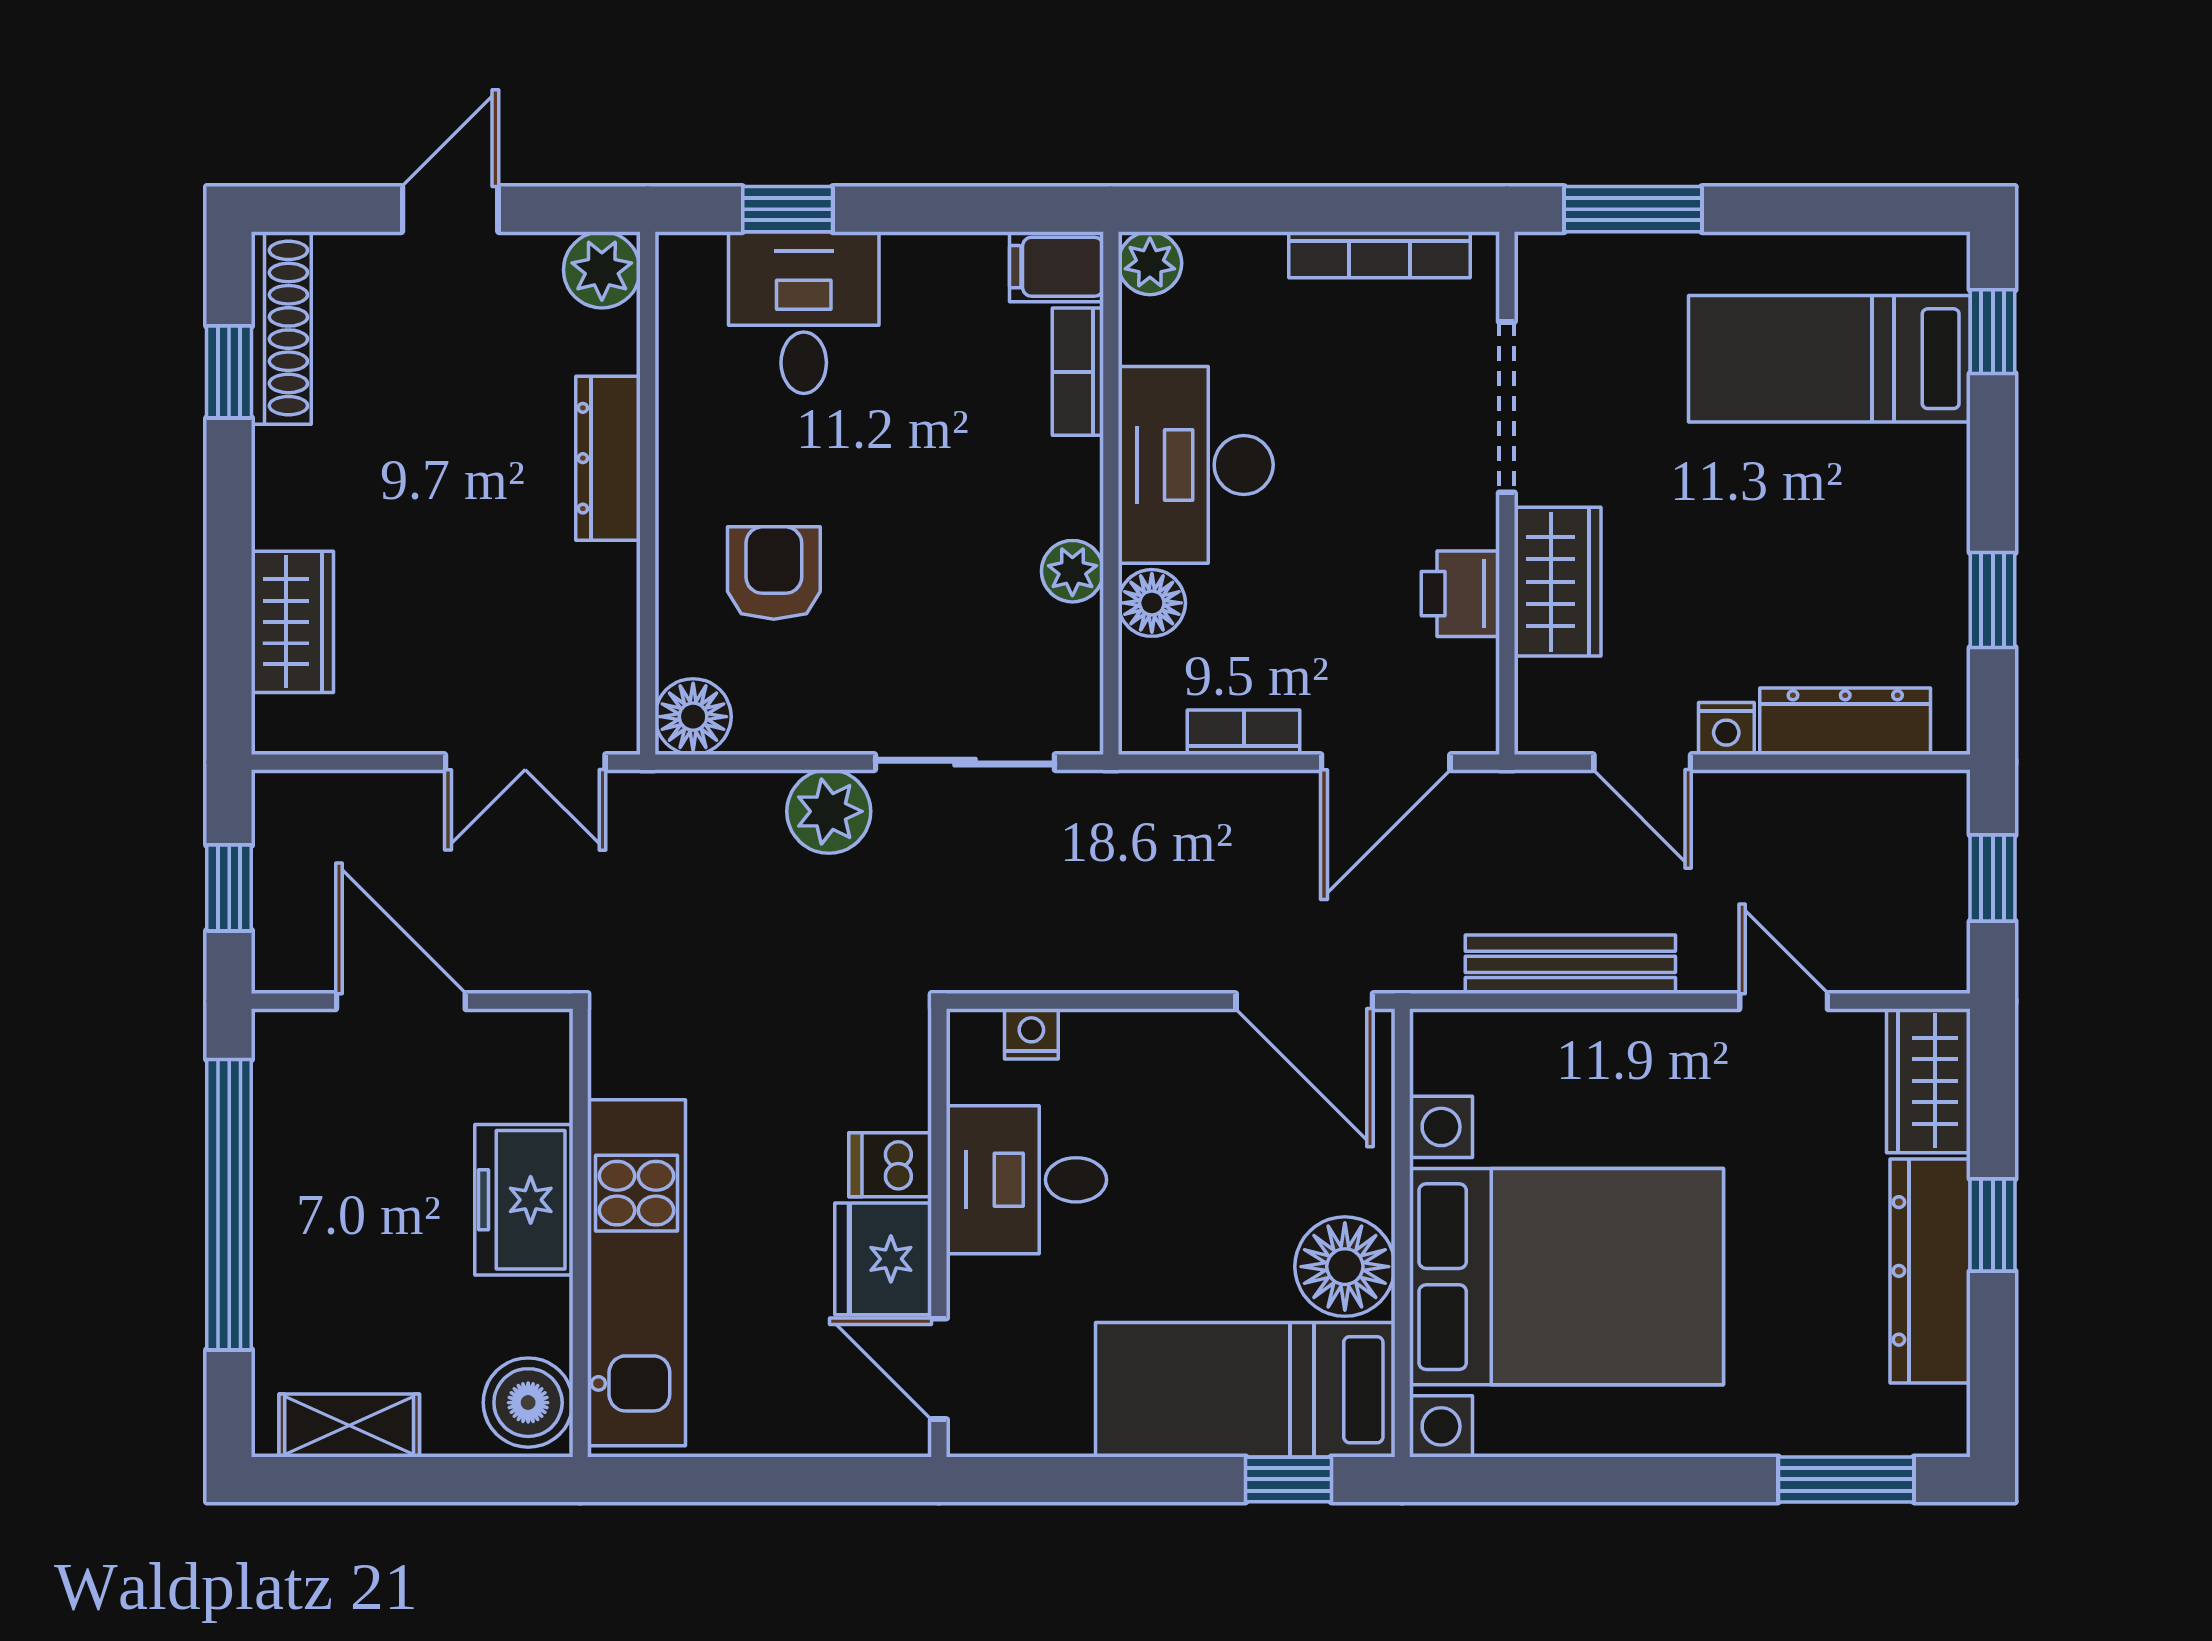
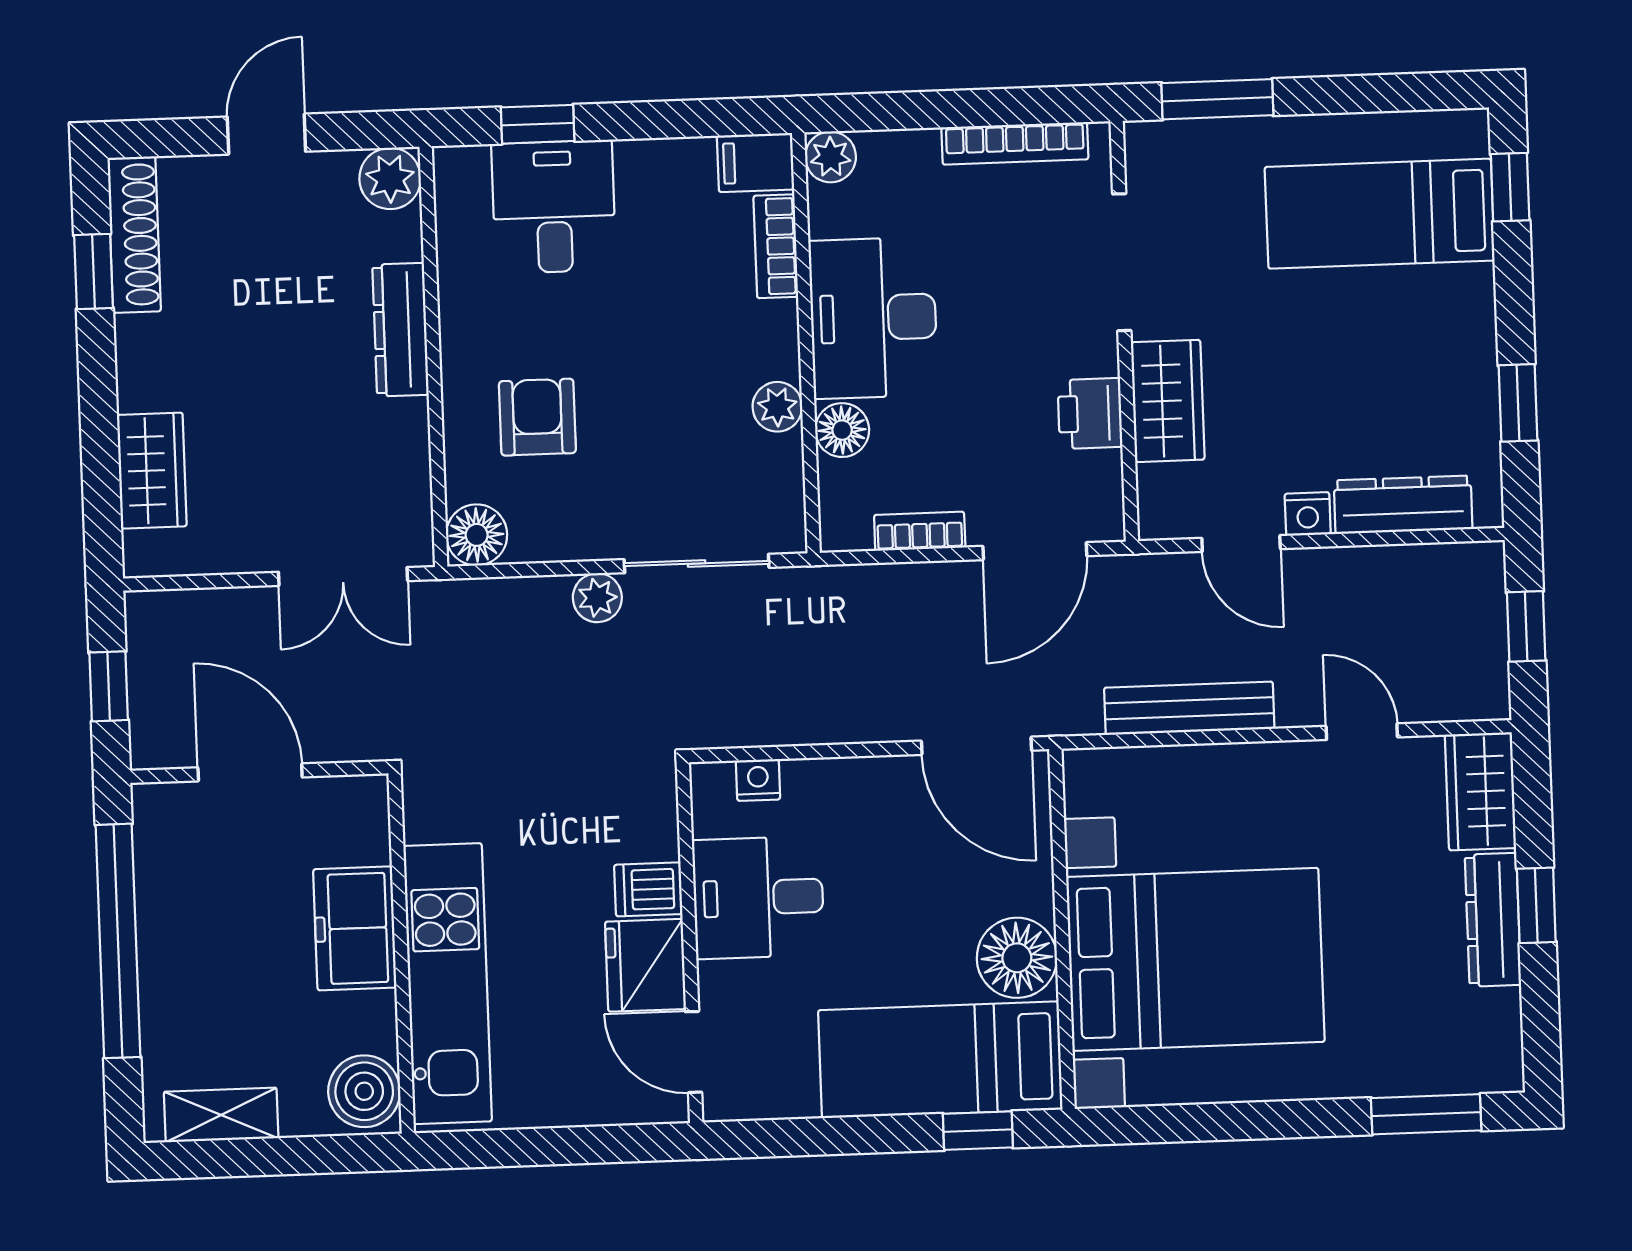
plant: (829, 811) -> (597, 598), width x0.73, depth x0.73
dresser: (1930, 1271) -> (1493, 920), width x0.73, depth x0.80

